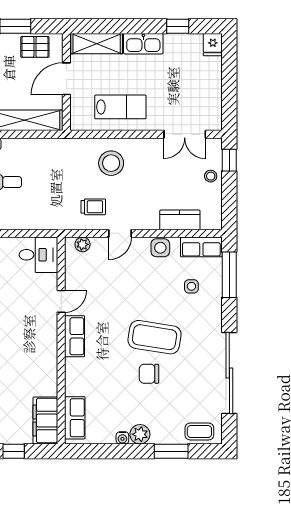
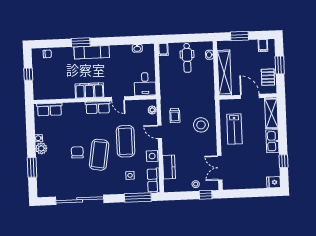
filing cabinet: (45, 421) -> (89, 90), moved
coffee table: (199, 432) -> (126, 141), moved, width x1.86, depth x1.72

